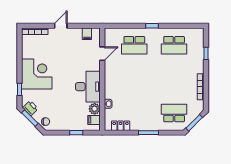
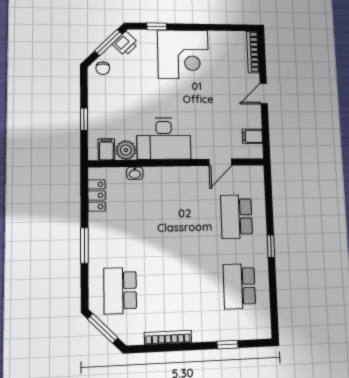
door: (61, 26) -> (264, 94), swing flipped
door: (102, 54) -> (220, 162), hinge flipped
school desk: (174, 113) -> (120, 291), turned 180

